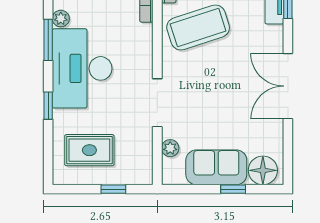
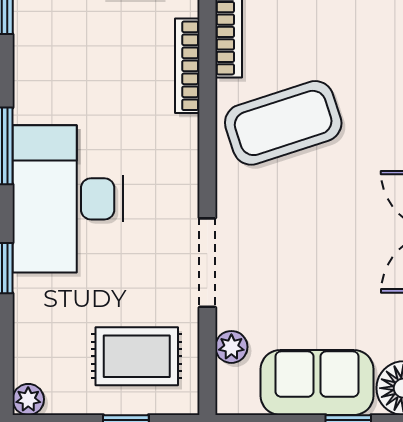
plant: (61, 19) -> (28, 399), moved
rug: (89, 150) -> (137, 356), moved

